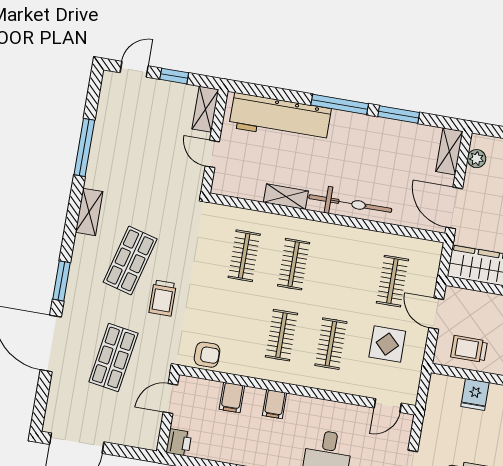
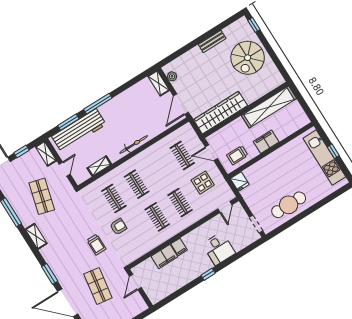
window: (399, 114) -> (68, 122), moved
door: (212, 154) -> (65, 169), swing flipped
shelving: (286, 197) -> (99, 166), moved
bicycle: (350, 204) -> (134, 144), width x0.73, depth x0.71
door: (454, 208) -> (181, 104), hinge flipped
shop shelf: (130, 260) -> (42, 196), moved
armchair: (207, 355) -> (118, 227), moved
fridge: (475, 394) -> (240, 181), moved
filing cabinet: (232, 397) -> (164, 257), width x2.00
printer: (179, 442) -> (154, 297), removed

